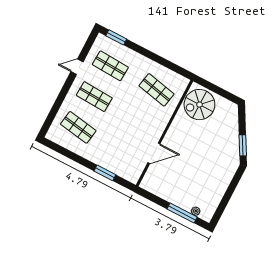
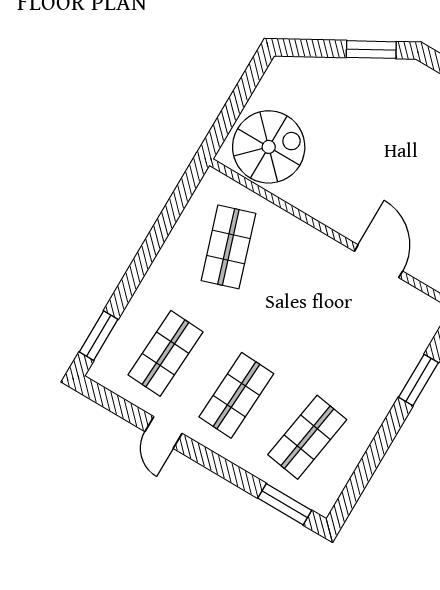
shop shelf: (156, 90) -> (228, 247), turned -30
spiral stairs: (199, 105) -> (269, 147), turned -90
window: (50, 119) -> (285, 504), added

